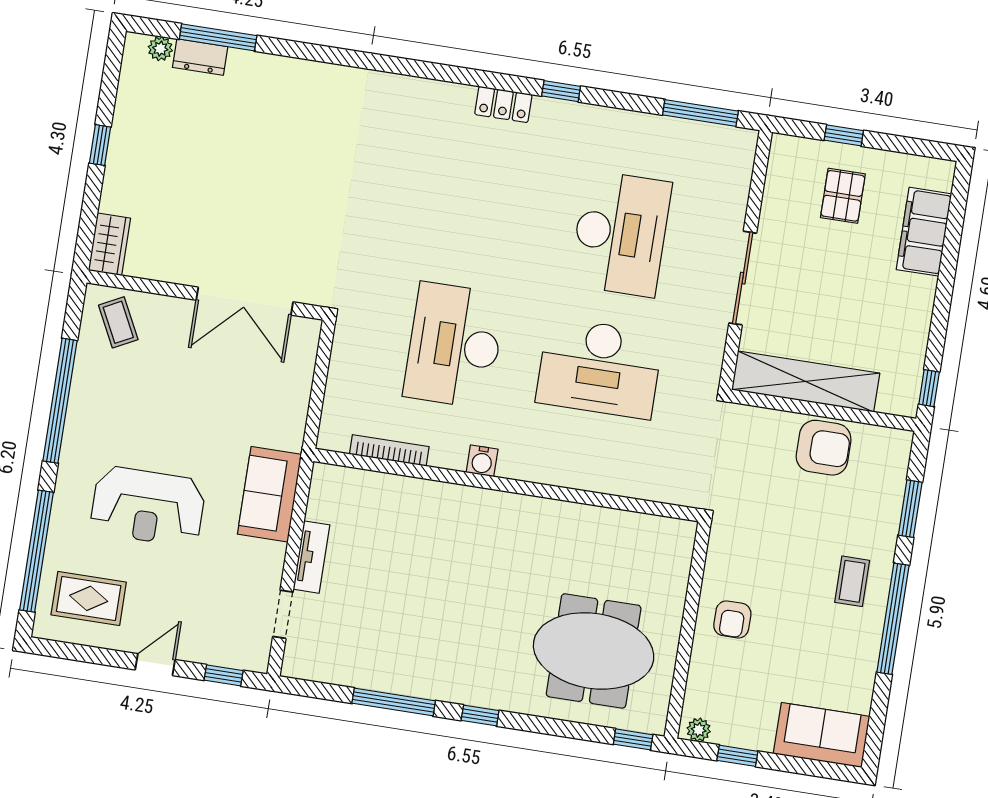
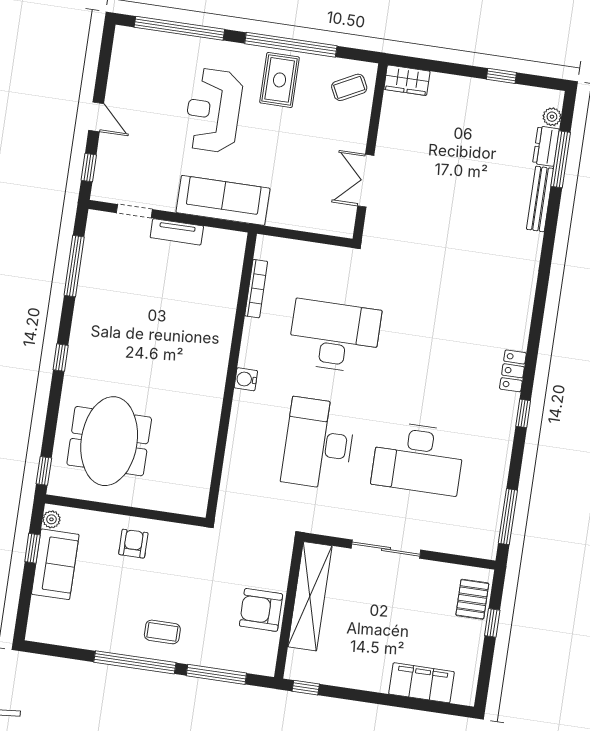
bench: (271, 66) -> (540, 199), added
window: (100, 145) -> (501, 76), moved
pallet: (843, 196) -> (472, 599), moved, turned 90
double door: (245, 301) -> (366, 181), width x0.73
armchair: (824, 448) -> (261, 610), turned 90
water cooler: (482, 461) -> (246, 379), moved
sofa: (270, 494) -> (223, 200), width x1.36
window: (910, 509) -> (216, 674), width x1.44
rug: (89, 598) -> (280, 80), moved
armchair: (732, 619) -> (133, 544), turned 90
window: (394, 702) -> (74, 266), moved
sofa: (822, 735) -> (55, 564), moved

